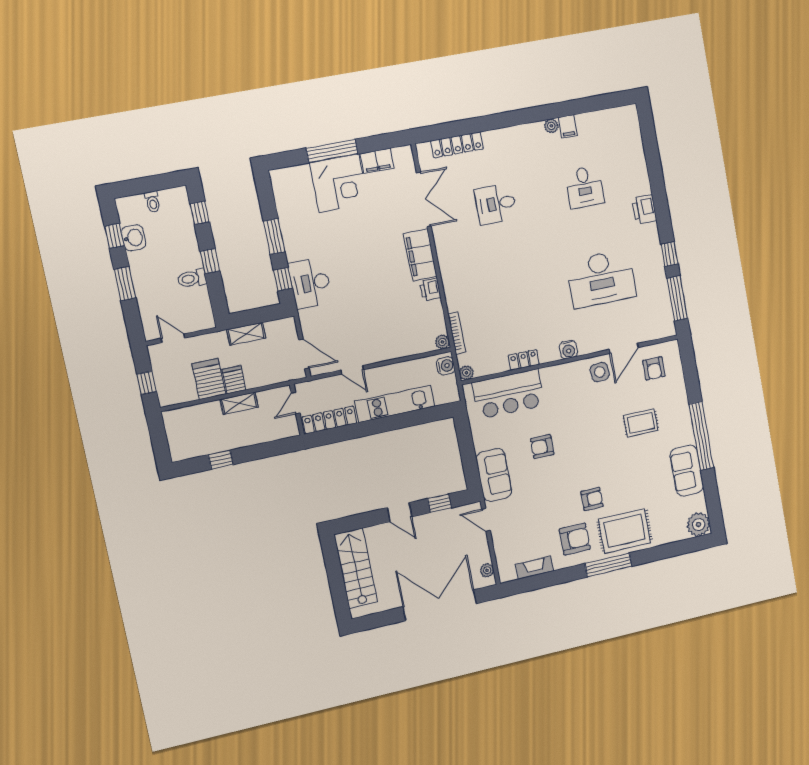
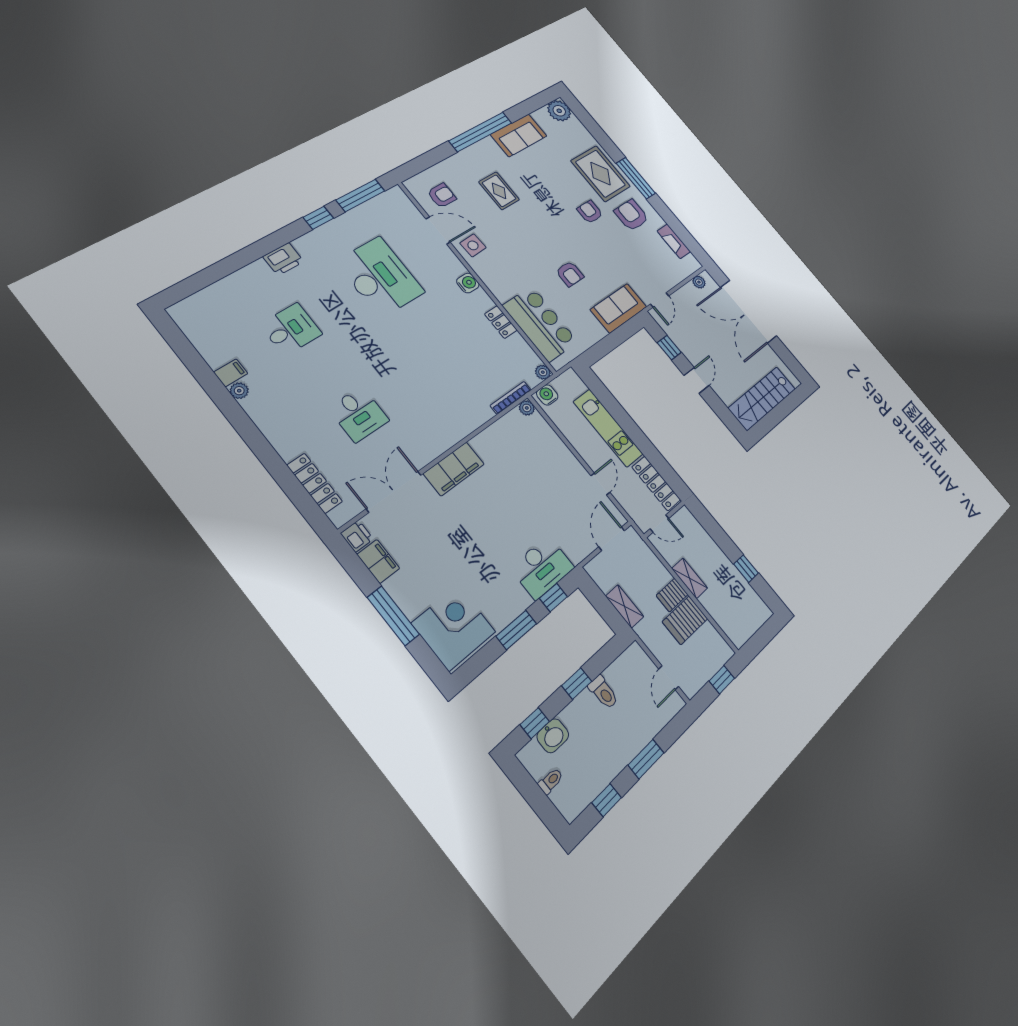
corner desk: (339, 183) -> (454, 628), moved
washbasin: (134, 238) -> (553, 736), moved, turned 180
printer: (430, 290) -> (357, 536), moved, turned -90

